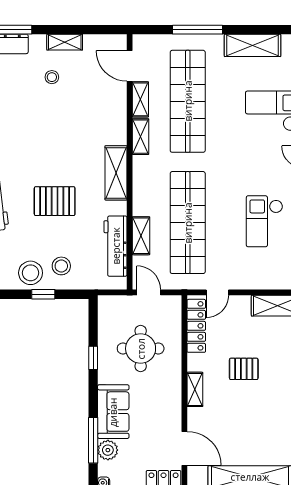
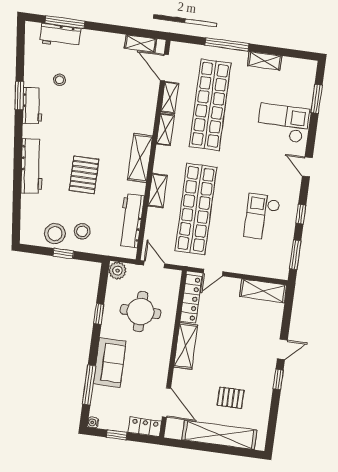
shelving: (65, 42) -> (140, 44), moved
shelving: (253, 45) -> (265, 61), width x0.67, depth x0.75
stool: (52, 77) -> (60, 80), moved
pallet: (55, 201) -> (84, 175), turned 90
shelving: (141, 236) -> (157, 191), moved
pallet: (244, 369) -> (231, 398), moved
shelving: (195, 389) -> (186, 346), width x1.50, depth x1.33
plant: (108, 450) -> (117, 271), moved

